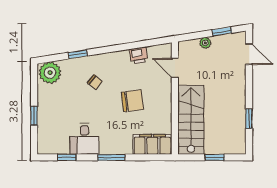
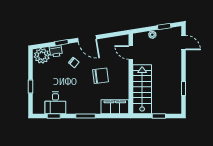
door: (114, 49) -> (87, 39), added
printer: (139, 55) -> (56, 51), moved
desk: (85, 139) -> (55, 103), moved

